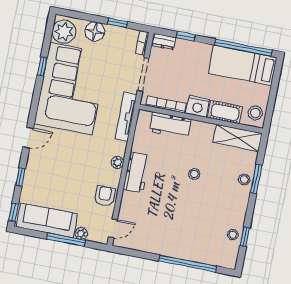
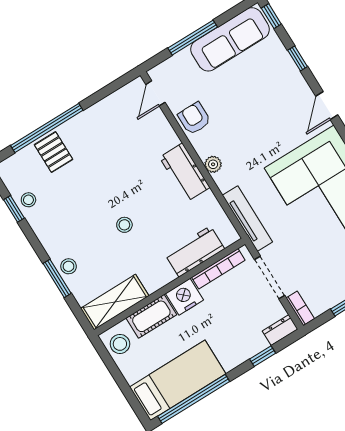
armchair: (105, 196) -> (194, 118), turned 180
plant: (81, 233) -> (183, 58), removed
pallet: (196, 247) -> (54, 152), added

